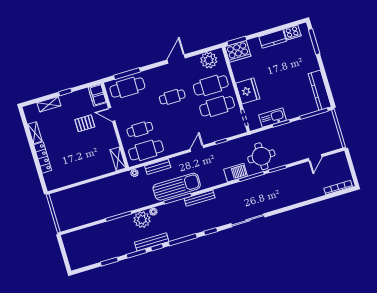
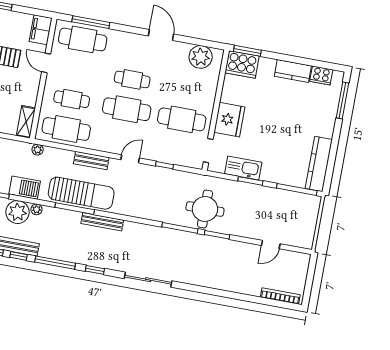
door: (176, 59) -> (161, 35), hinge flipped
cafe table: (211, 85) -> (127, 109), moved
bench: (158, 167) -> (91, 161), moved
barbecue: (236, 173) -> (25, 188), moved

